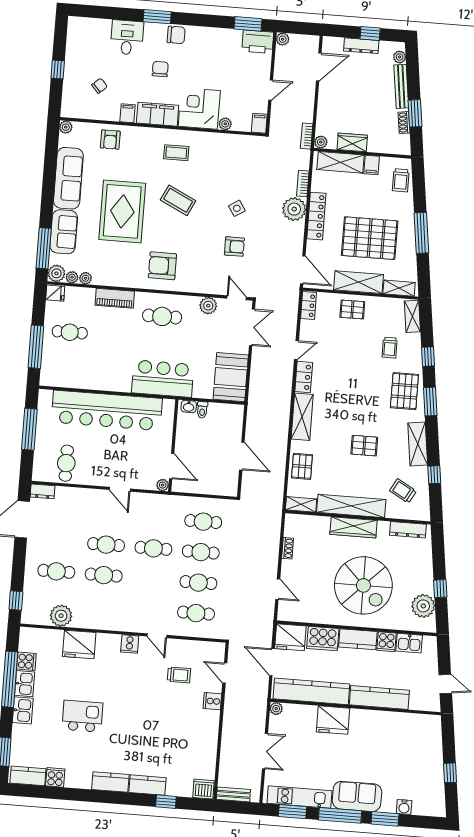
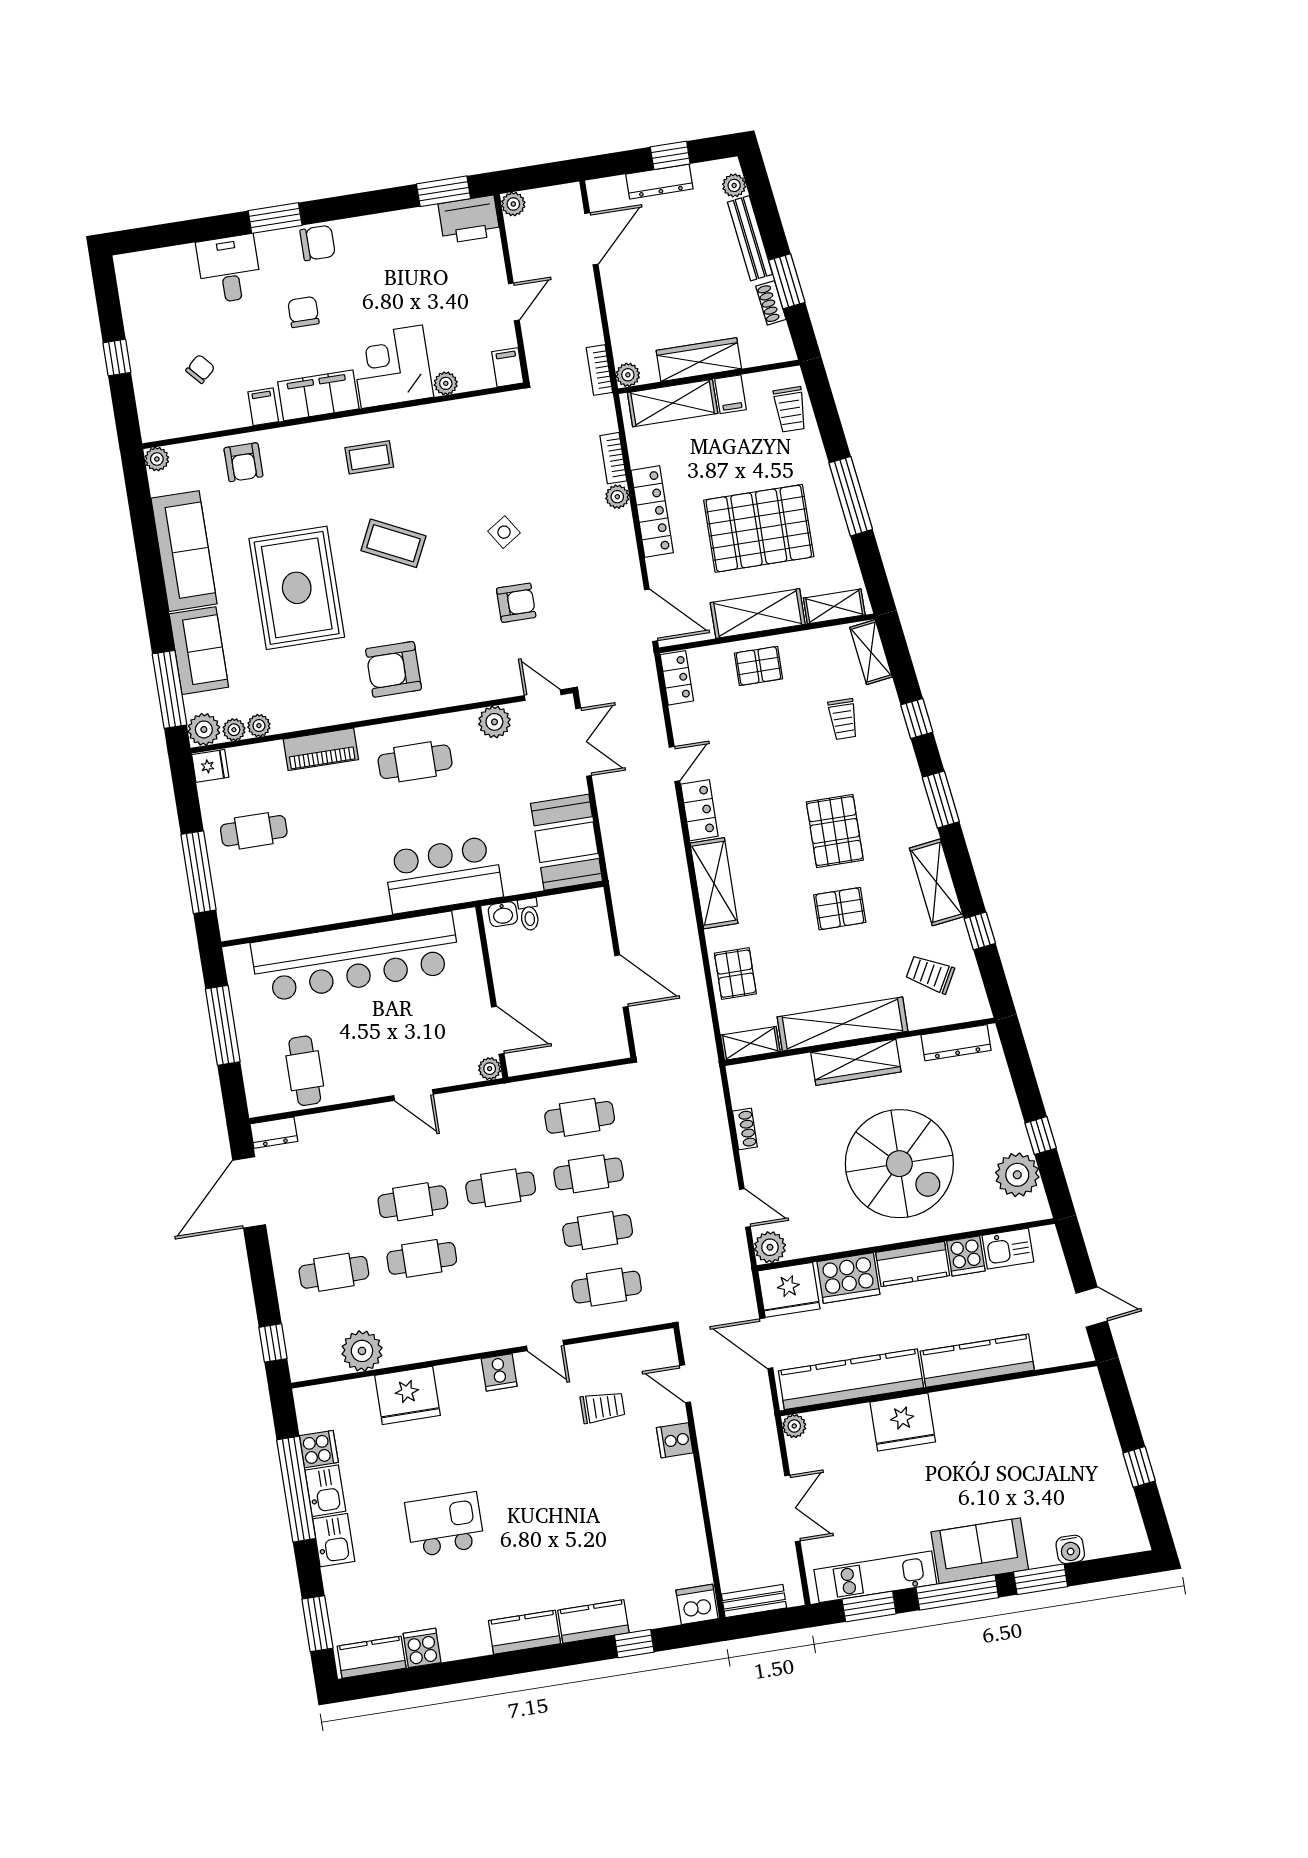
wardrobe: (352, 142) -> (699, 360), width x1.50
plant: (294, 209) -> (617, 497), width x0.53, depth x0.53
pallet: (404, 391) -> (835, 831), moved
plant: (286, 613) -> (770, 1247), added

